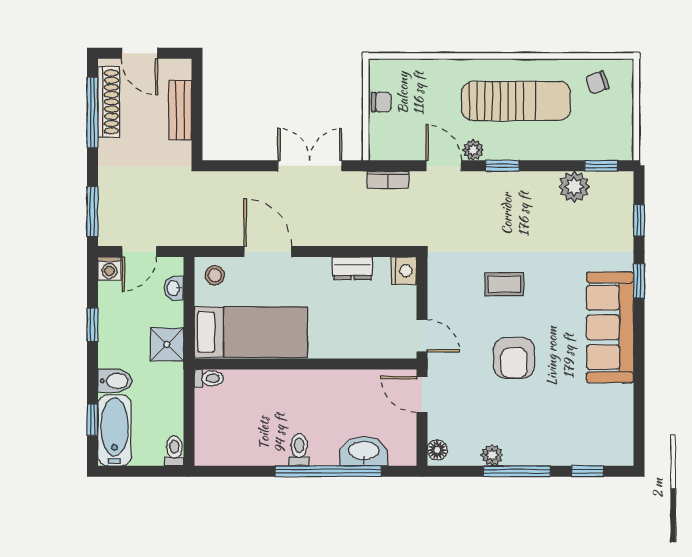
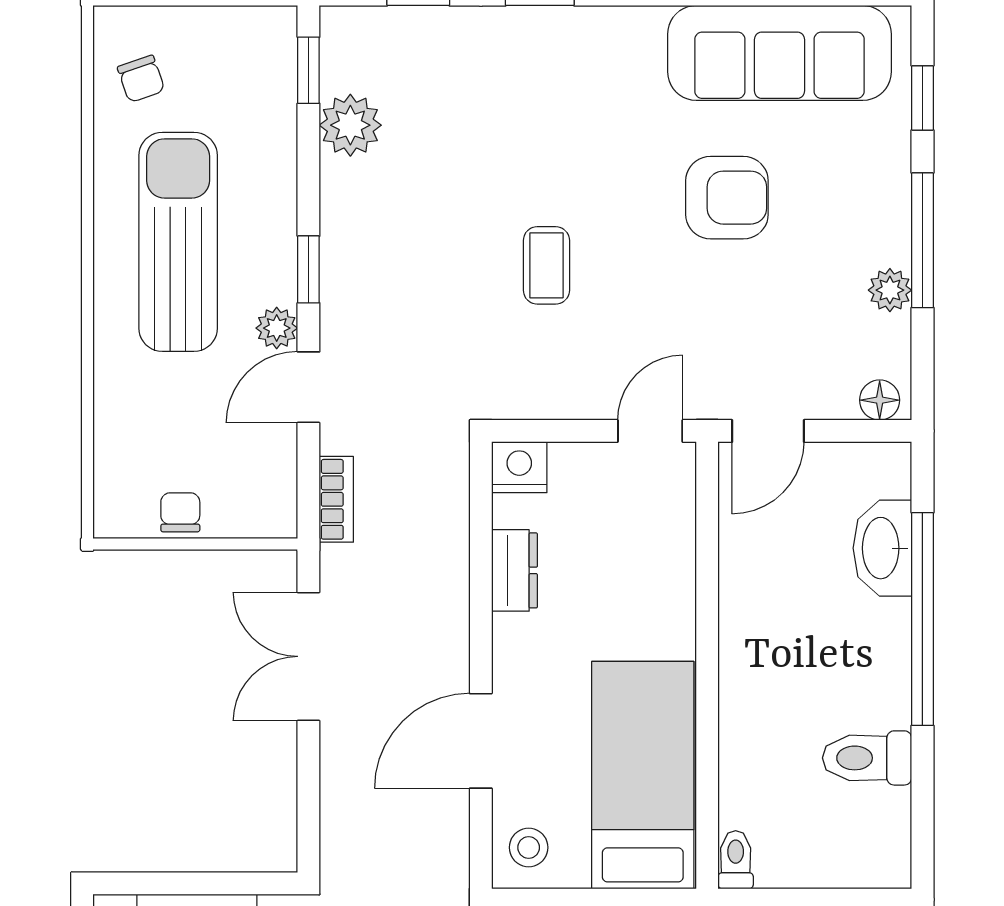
sofa: (610, 327) -> (779, 53), moved
armchair: (514, 358) -> (727, 198), moved
toilet: (299, 450) -> (867, 758), moved, width x1.37, depth x1.39

